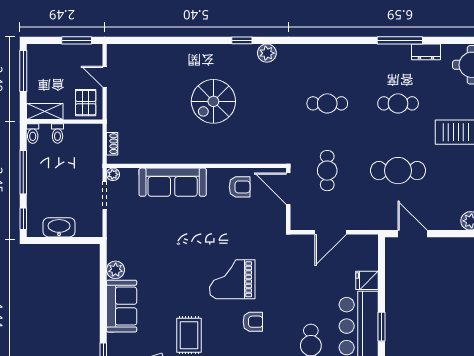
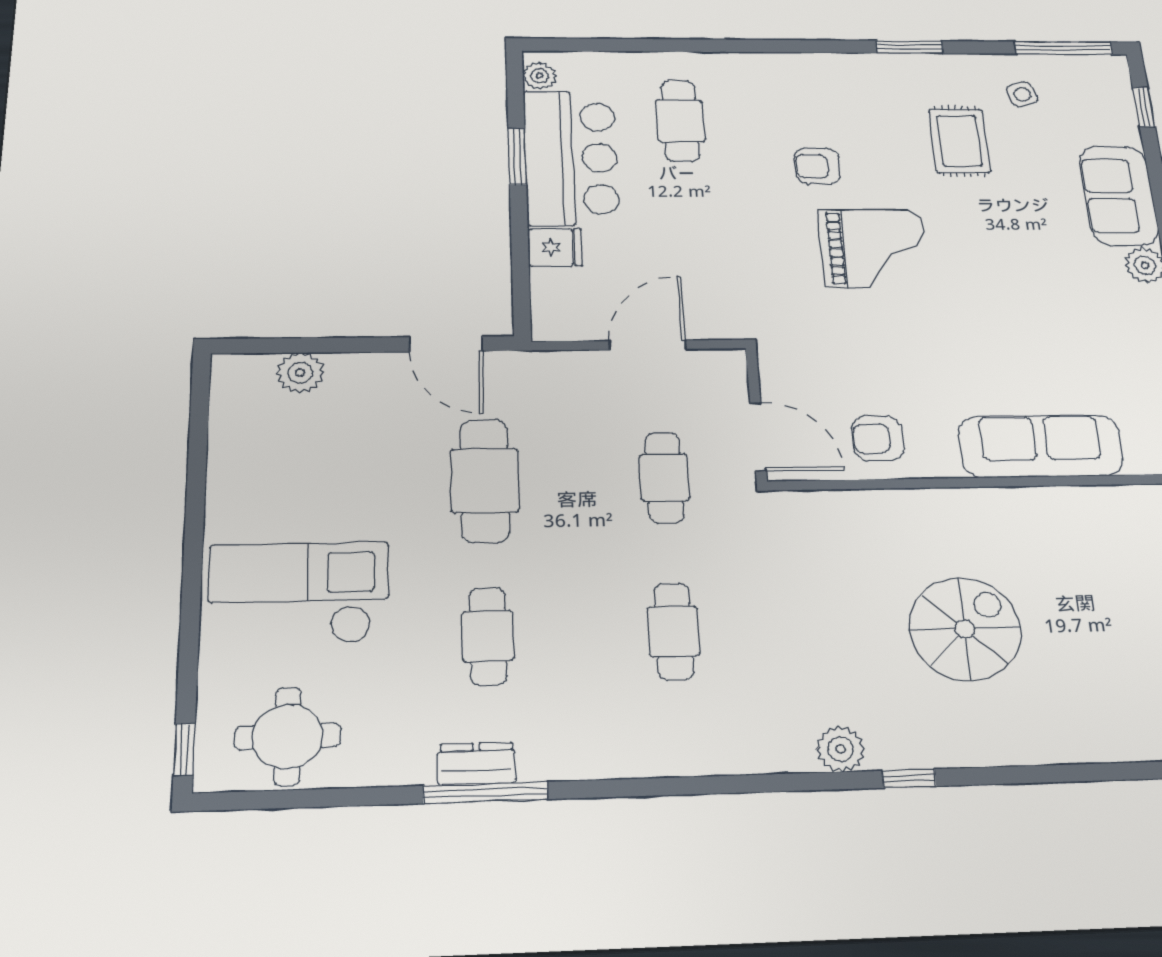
dresser: (426, 52) -> (477, 764), moved
cafe table: (327, 103) -> (674, 631), turned 90
cafe table: (398, 103) -> (488, 636), turned 90
cafe table: (398, 171) -> (485, 481), turned 90

